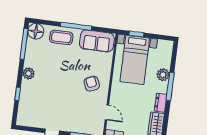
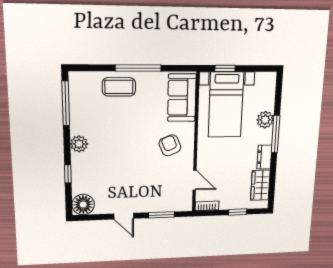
floor lamp: (36, 31) -> (83, 205), moved
sofa: (97, 41) -> (182, 98), moved, turned 90

